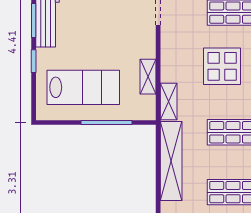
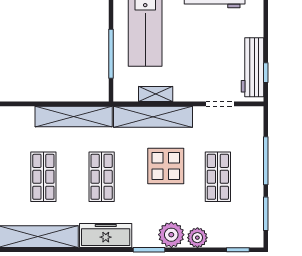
shelving: (169, 102) -> (153, 117), width x2.20, depth x1.33

